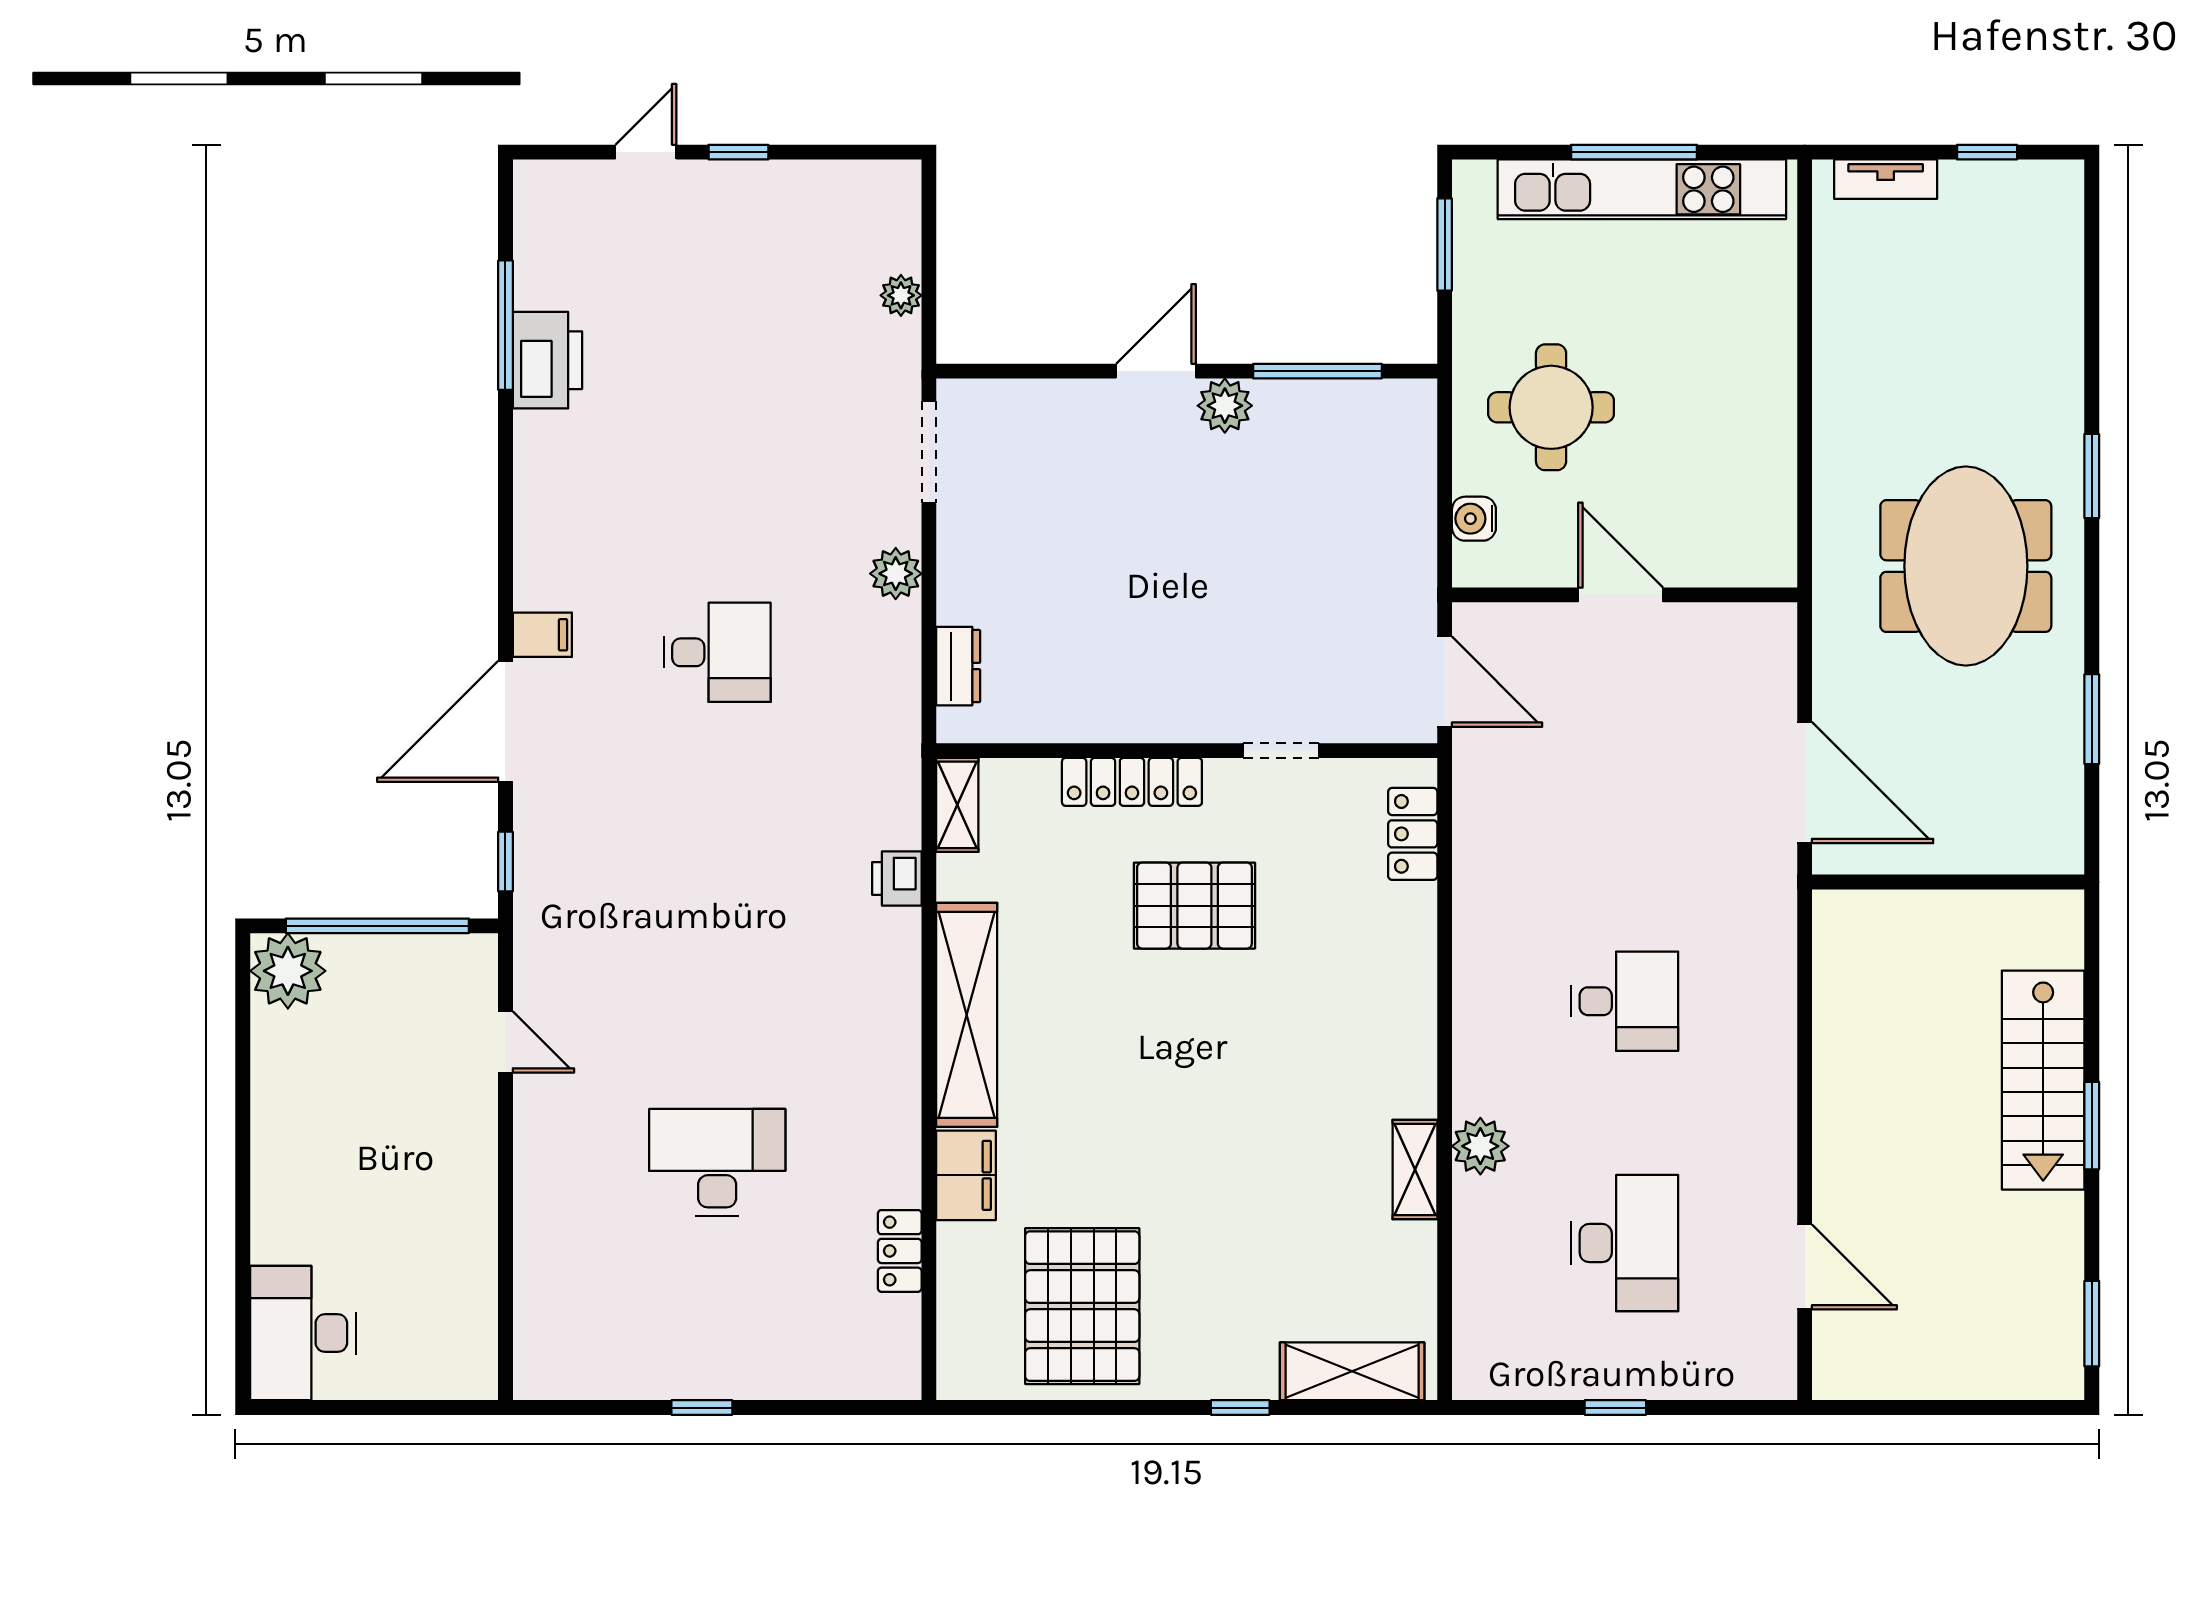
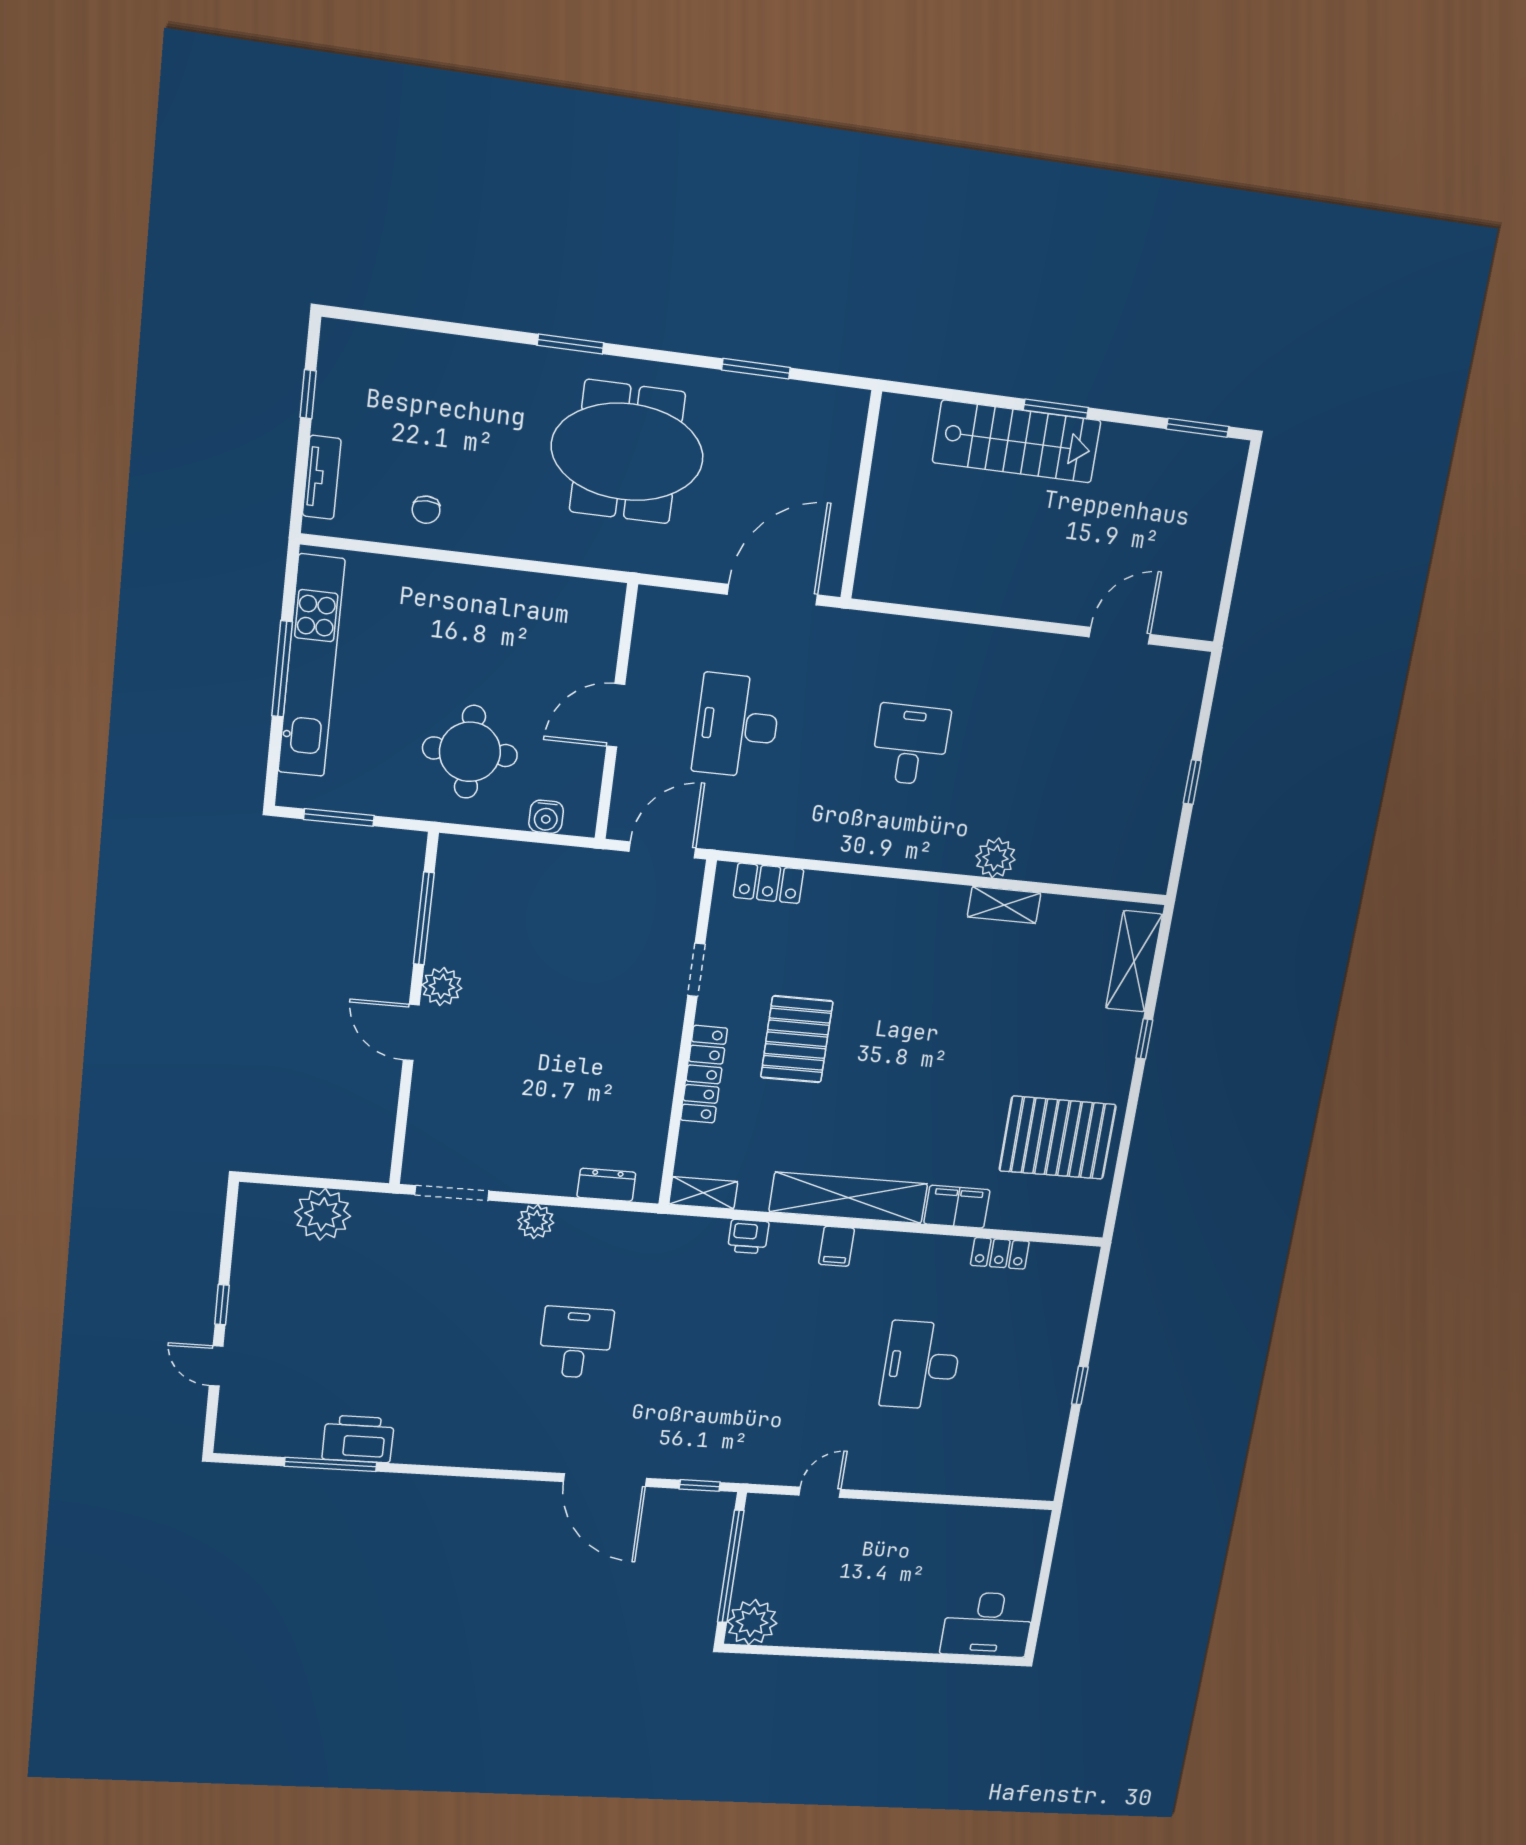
plant: (901, 295) -> (323, 1214), width x1.88, depth x1.88
chair: (1861, 316) -> (426, 510), added
filing cabinet: (542, 635) -> (837, 1246), moved, turned 180
desk: (1625, 1243) -> (737, 726), moved, turned -90

